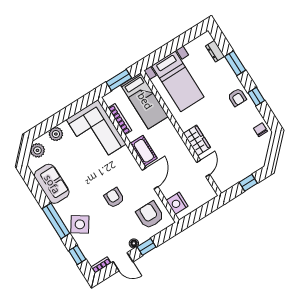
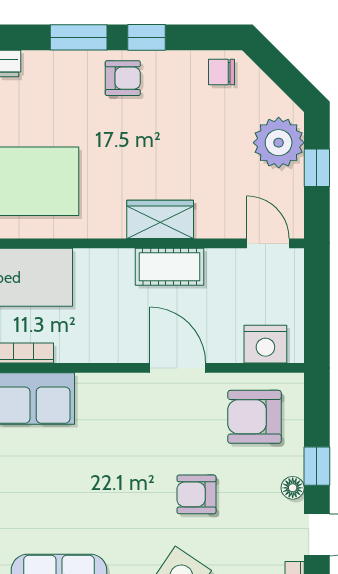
window: (235, 63) -> (79, 37), moved
cot: (144, 151) -> (170, 267), moved
plant: (249, 164) -> (279, 143), added
door: (203, 168) -> (268, 243), moved
armchair: (114, 198) -> (196, 494), moved

